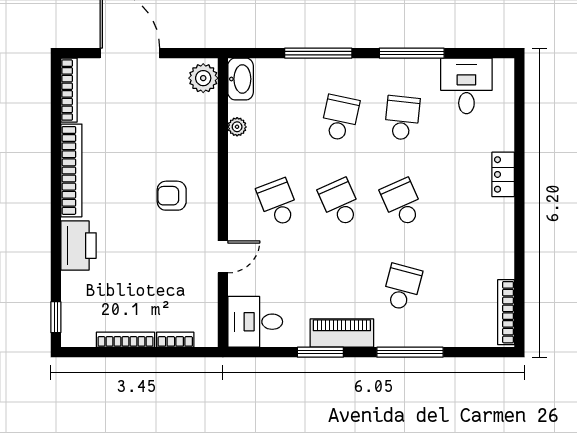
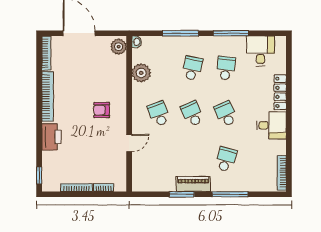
washbasin: (241, 79) -> (137, 42), width x0.52, depth x0.69
plant: (237, 127) -> (141, 73), width x1.88, depth x1.88
locker: (503, 174) -> (280, 92), width x1.53
desk: (255, 322) -> (271, 125), moved, turned 180

